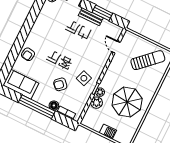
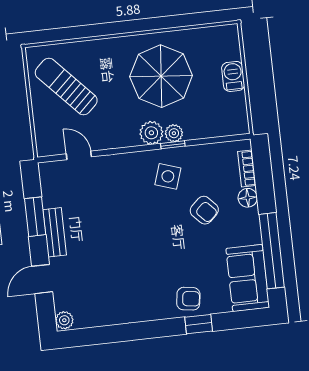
door: (116, 47) -> (79, 155), swing flipped
window: (15, 52) -> (199, 324), added
plant: (96, 103) -> (151, 133), moved
window: (37, 107) -> (272, 251), moved

